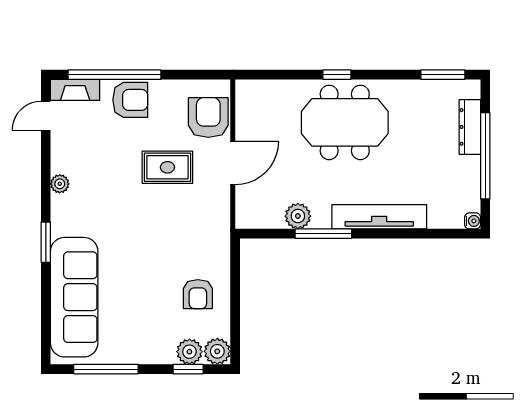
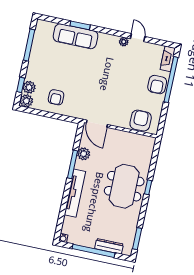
door: (46, 116) -> (138, 38), moved
armchair: (208, 117) -> (141, 121), turned -90
door: (233, 163) -> (97, 124), moved
rug: (167, 167) -> (121, 96), removed
window: (46, 242) -> (80, 25), moved
armchair: (198, 294) -> (56, 97), turned -90
sofa: (74, 297) -> (76, 36), width x0.74, depth x0.79

